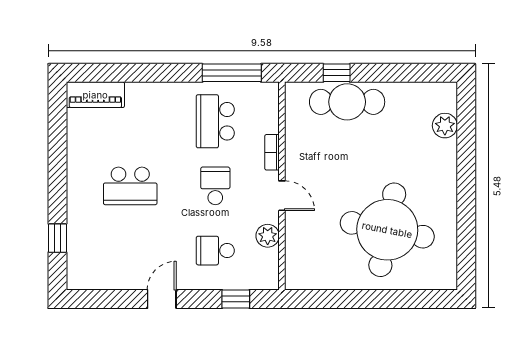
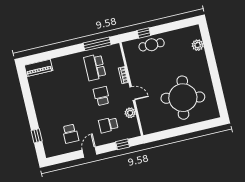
cafe table: (347, 102) -> (152, 45), width x0.73, depth x0.74
school desk: (130, 186) -> (70, 134), moved, width x0.54

